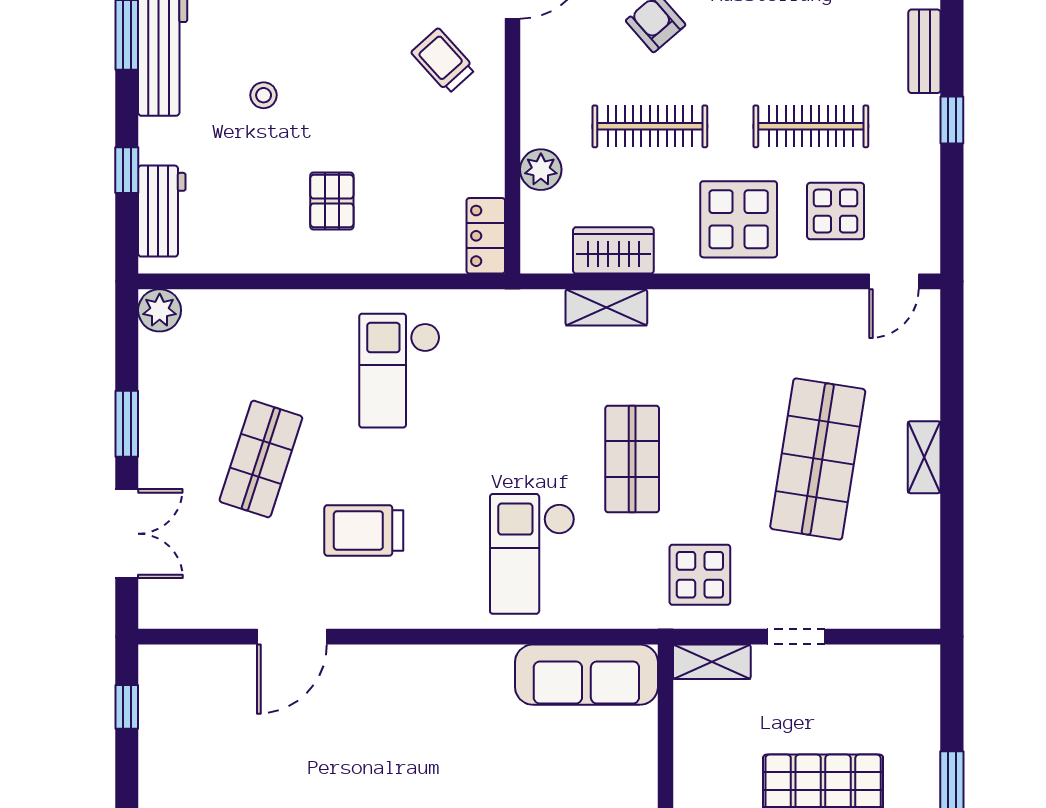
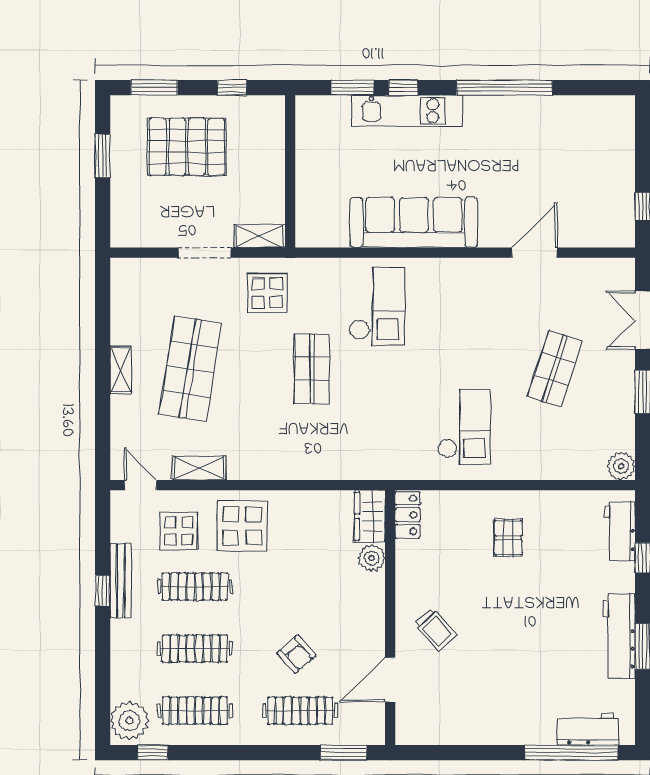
bench: (924, 51) -> (120, 581), moved, width x1.36
stool: (264, 95) -> (553, 607), removed
clothes rail: (650, 126) -> (195, 649), moved
wardrobe: (613, 250) -> (370, 516), moved, turned 90
door: (894, 281) -> (140, 485), hinge flipped
shelving: (606, 307) -> (199, 468), moved
trolley: (364, 530) -> (487, 322), removed
doorway: (796, 637) -> (204, 253), width x1.38
sofa: (586, 675) -> (414, 222), moved, width x1.36, depth x1.27

